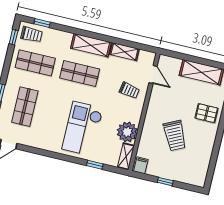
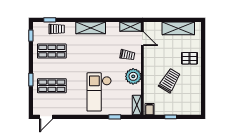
trolley: (32, 34) -> (57, 29), moved
shelving: (124, 52) -> (131, 27), moved
shop shelf: (80, 73) -> (87, 51), removed
shop shelf: (25, 107) -> (52, 86), turned 90
plant: (127, 132) -> (133, 76), moved
trolley: (175, 135) -> (170, 81), turned -123

